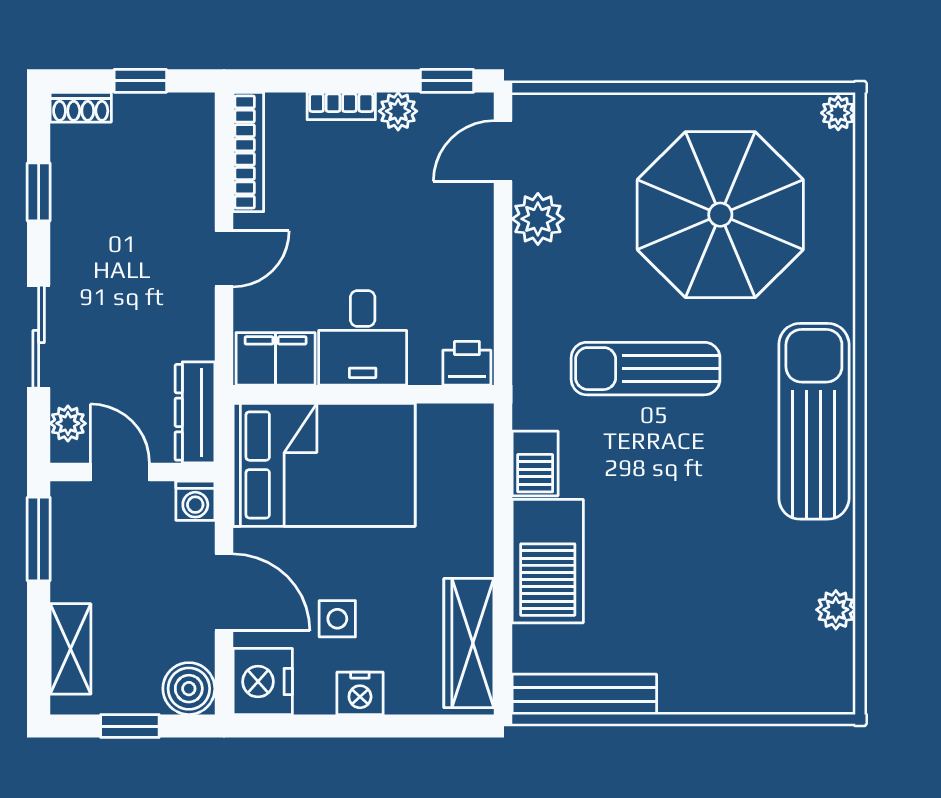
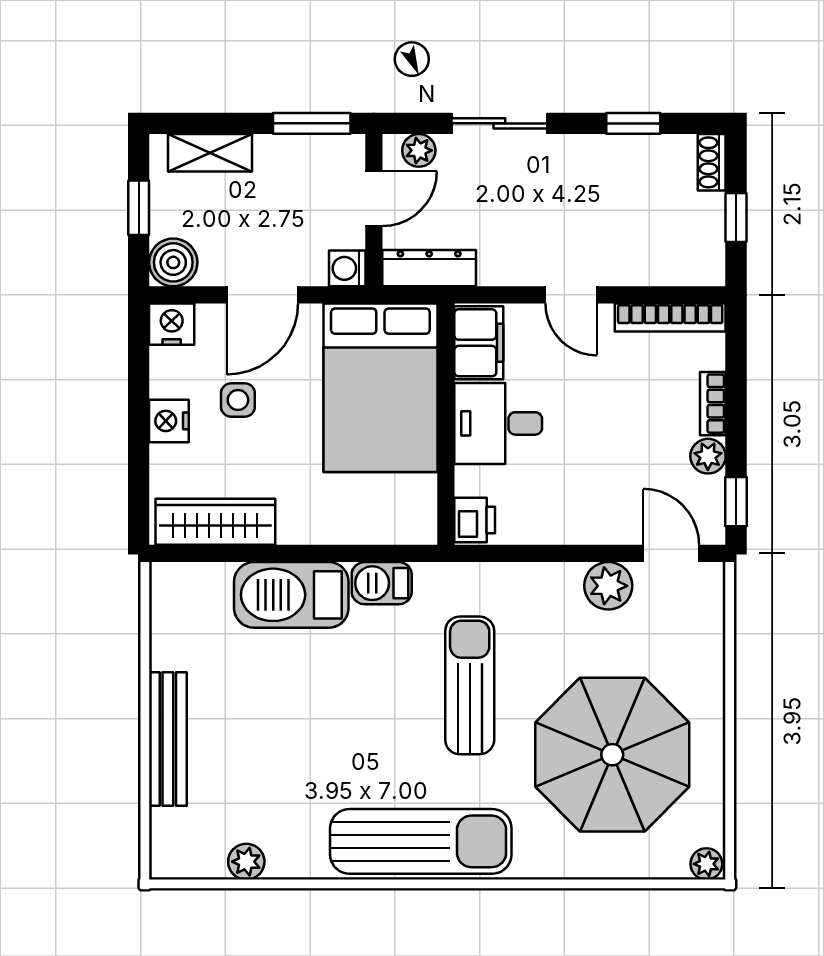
nightstand: (263, 682) -> (172, 324), width x0.74, depth x0.75
bench: (584, 694) -> (168, 739), moved

